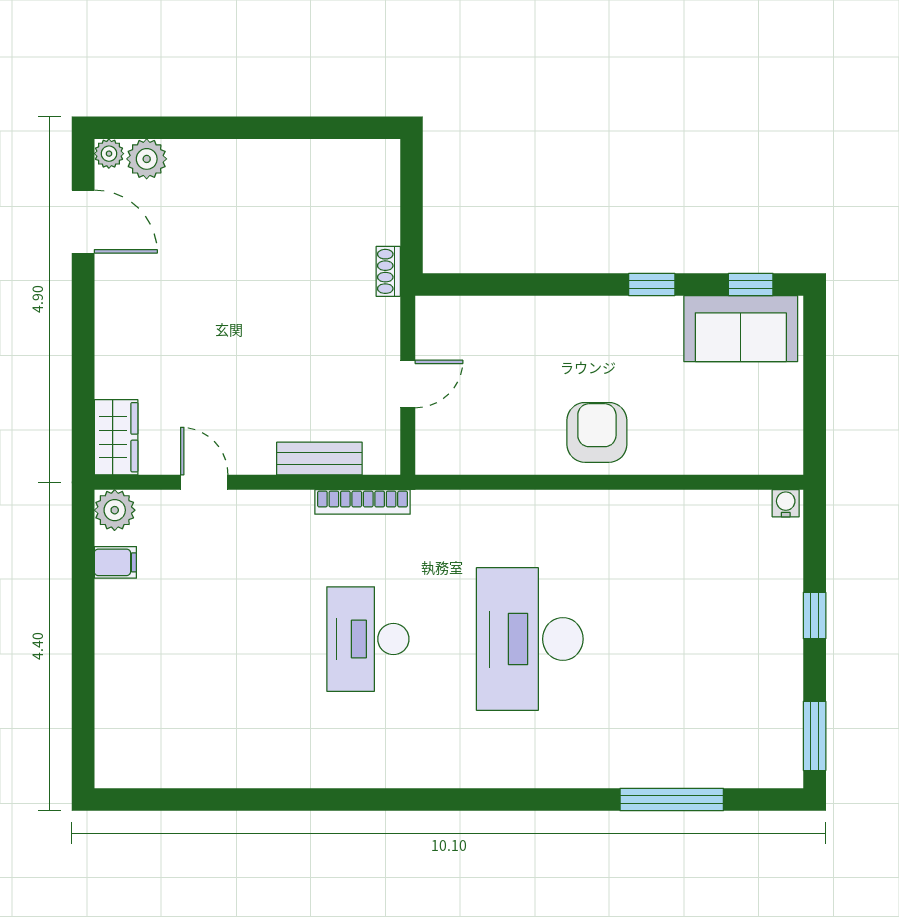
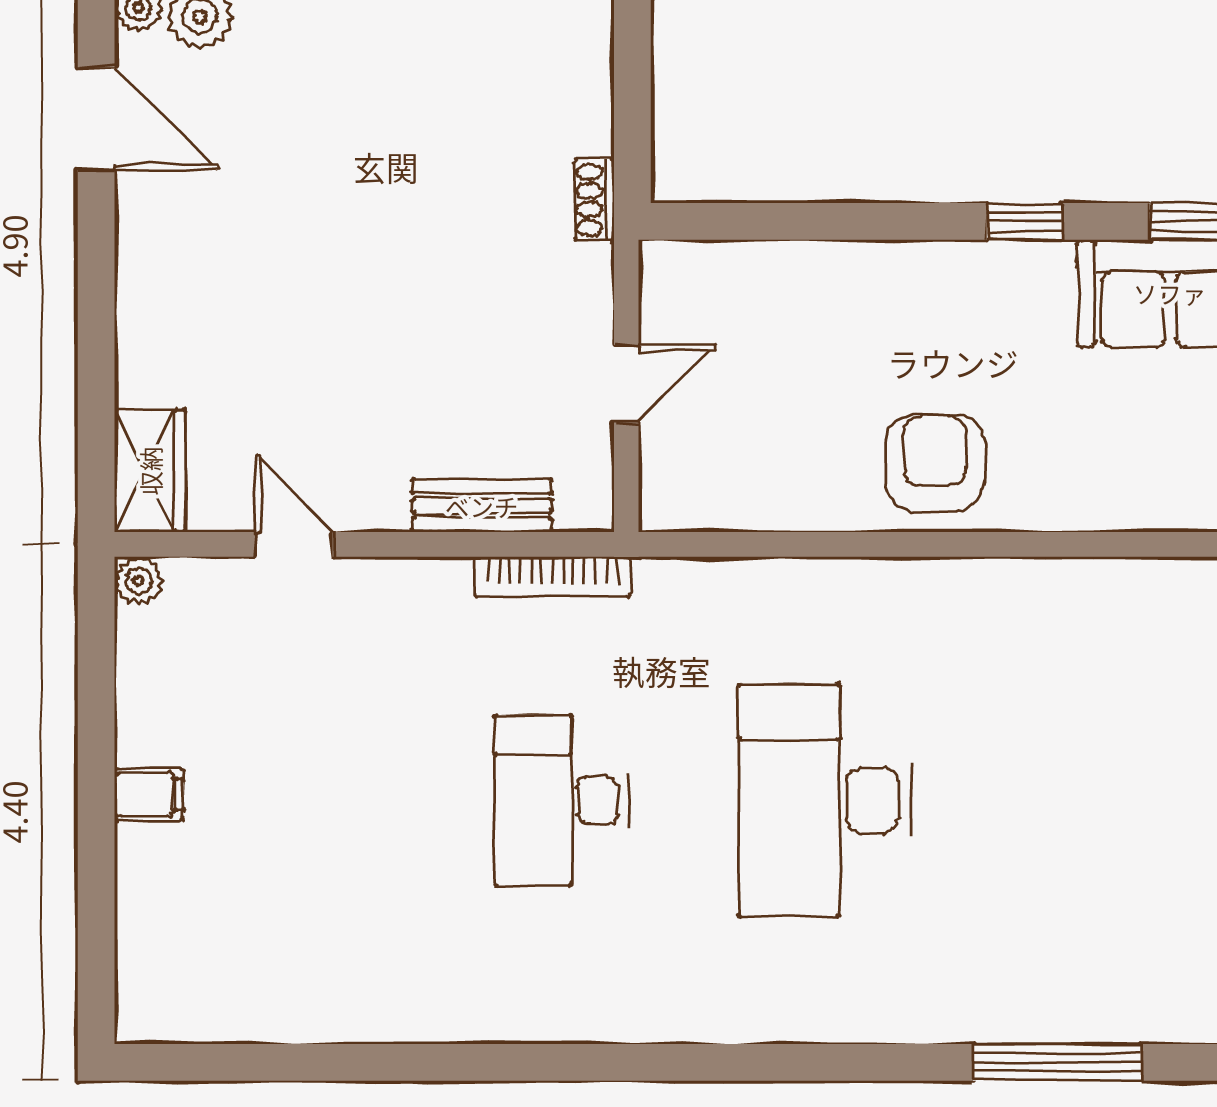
plant: (115, 510) -> (139, 581), width x0.73, depth x0.73
filing cabinet: (115, 562) -> (149, 794), moved

